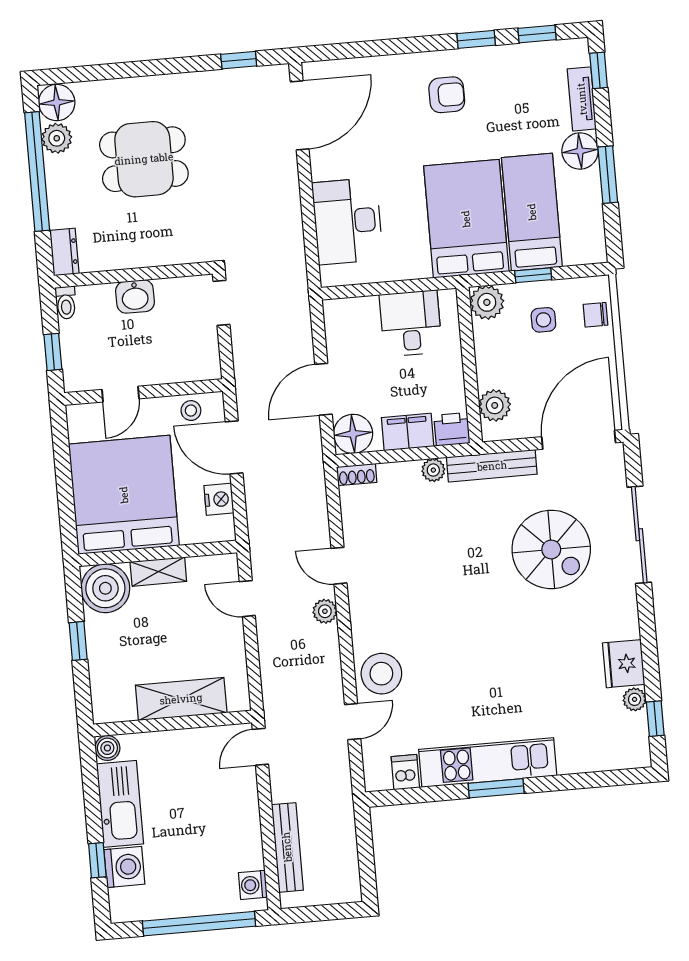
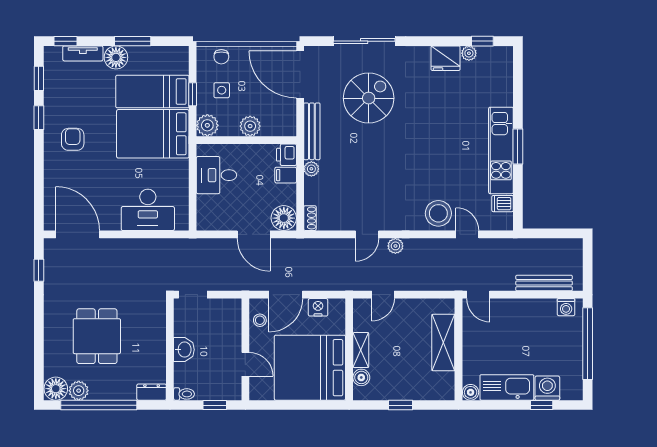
plant: (495, 405) -> (250, 126), moved
filing cabinet: (408, 432) -> (286, 175), width x0.50
boiler: (105, 588) -> (361, 377), width x0.54, depth x0.54

